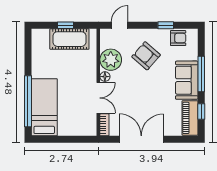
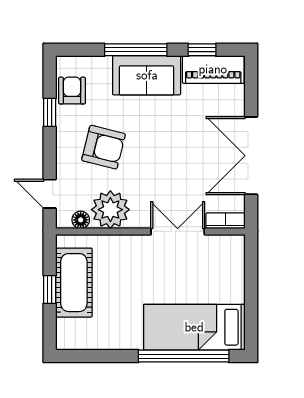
armchair: (146, 56) -> (103, 147), turned -117
floor lamp: (105, 77) -> (81, 220), moved

